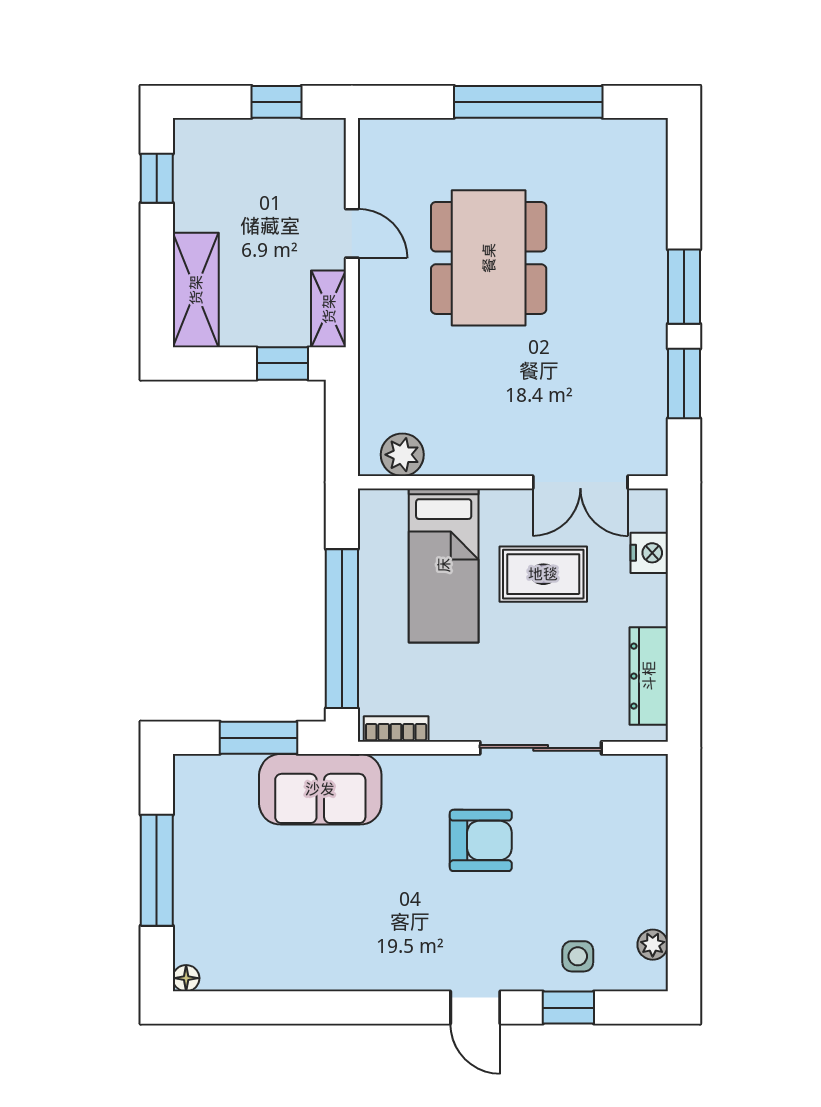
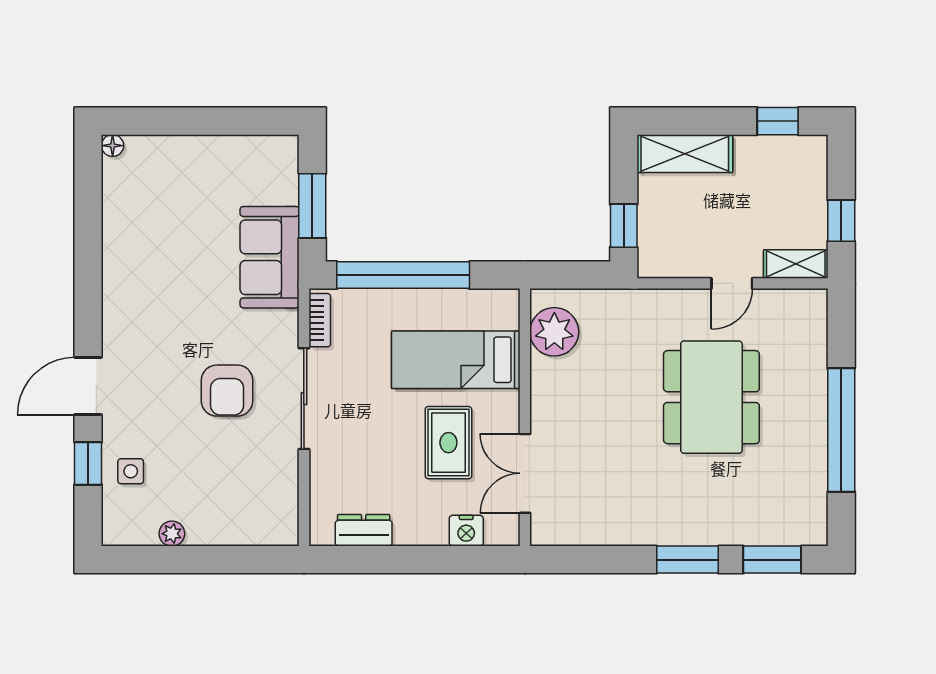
dining table: (489, 258) -> (711, 397), turned 90
shelving: (329, 309) -> (796, 264), moved
window: (684, 384) -> (772, 560), moved
plant: (402, 455) -> (554, 332), width x1.36, depth x1.36
dresser: (649, 676) -> (364, 530), width x0.70
sliding door: (541, 748) -> (304, 399), moved
window: (157, 870) -> (202, 121), removed
plant: (653, 945) -> (172, 534), moved
door: (475, 1008) -> (88, 386), width x1.38

